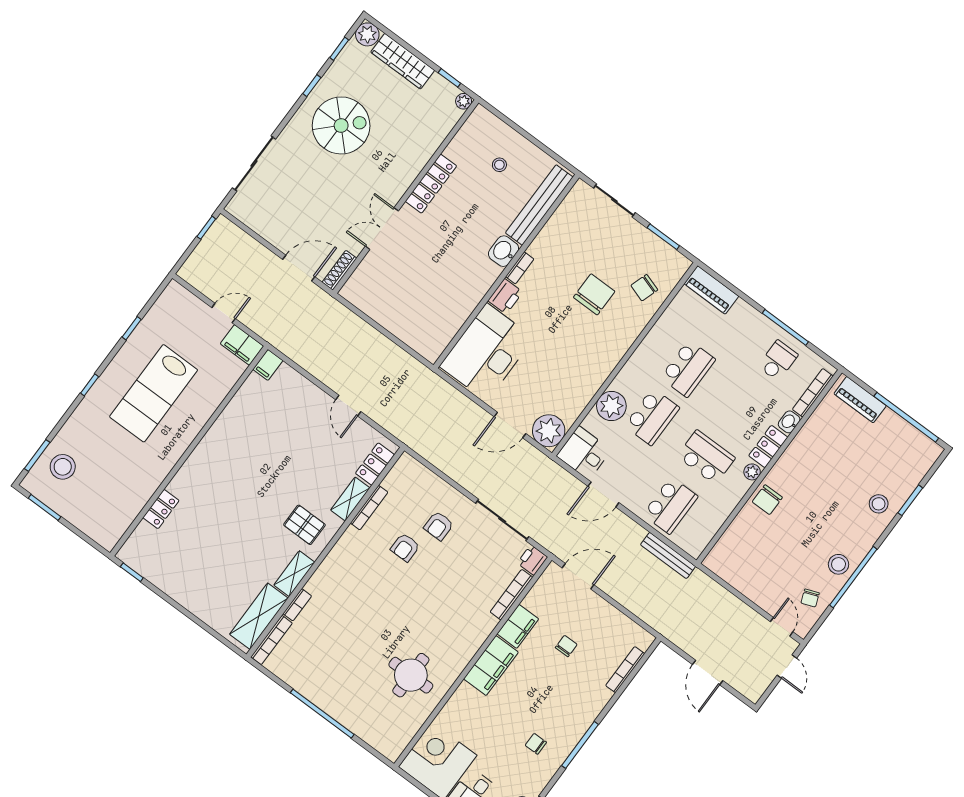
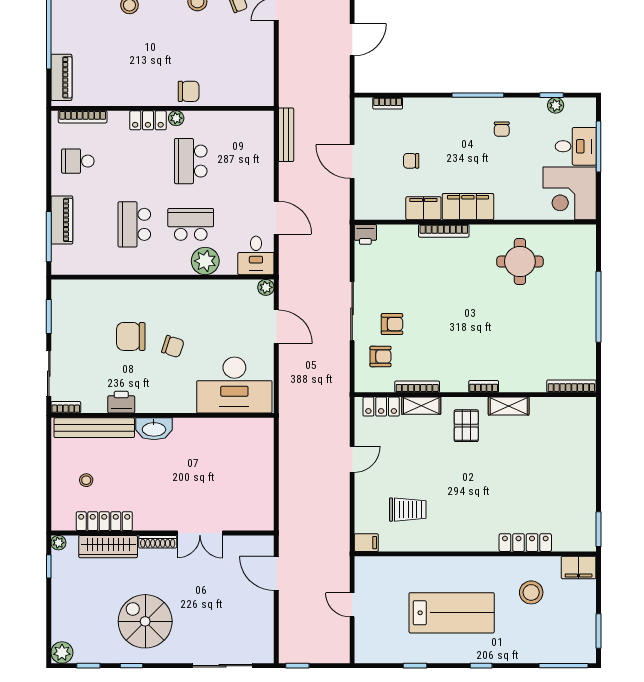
wardrobe: (403, 61) -> (108, 547), moved, turned 90
locker: (431, 184) -> (104, 521), moved
washbasin: (504, 251) -> (154, 429), width x1.38
bookcase: (520, 268) -> (66, 407), moved
shoe rack: (339, 270) -> (158, 542), moved
chair: (644, 288) -> (173, 346), moved
piano: (711, 290) -> (62, 220), moved
printer: (505, 296) -> (121, 402), moved
window: (785, 327) -> (49, 237), moved
filing cabinet: (242, 345) -> (579, 568), moved, turned 90
school desk: (688, 369) -> (134, 224), turned -90
trolley: (270, 421) -> (408, 510), added
washbasin: (789, 422) -> (118, 118), removed
plant: (549, 431) -> (266, 287), width x0.53, depth x0.53
window: (37, 455) -> (564, 666), width x1.44
stool: (63, 467) -> (531, 592), moved
school desk: (670, 505) -> (247, 161), removed
locker: (161, 509) -> (525, 543), width x1.53
sliding door: (502, 520) -> (352, 311), moved
armchair: (405, 547) -> (381, 356), moved
window: (132, 572) -> (598, 529), width x1.50
door: (578, 576) -> (352, 162), moved
bookcase: (511, 595) -> (444, 231), moved
bookcase: (297, 605) -> (484, 386), moved
shelving: (259, 616) -> (561, 409), removed
bookcase: (625, 670) -> (388, 103), width x0.64

